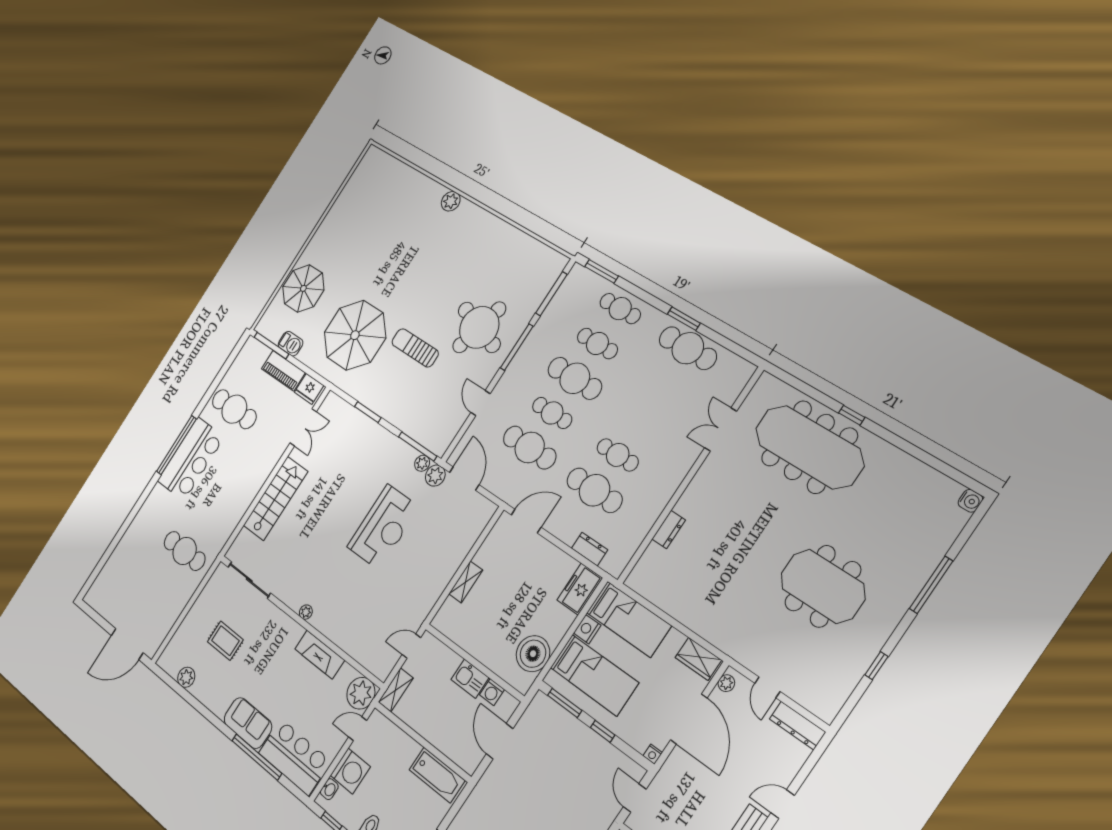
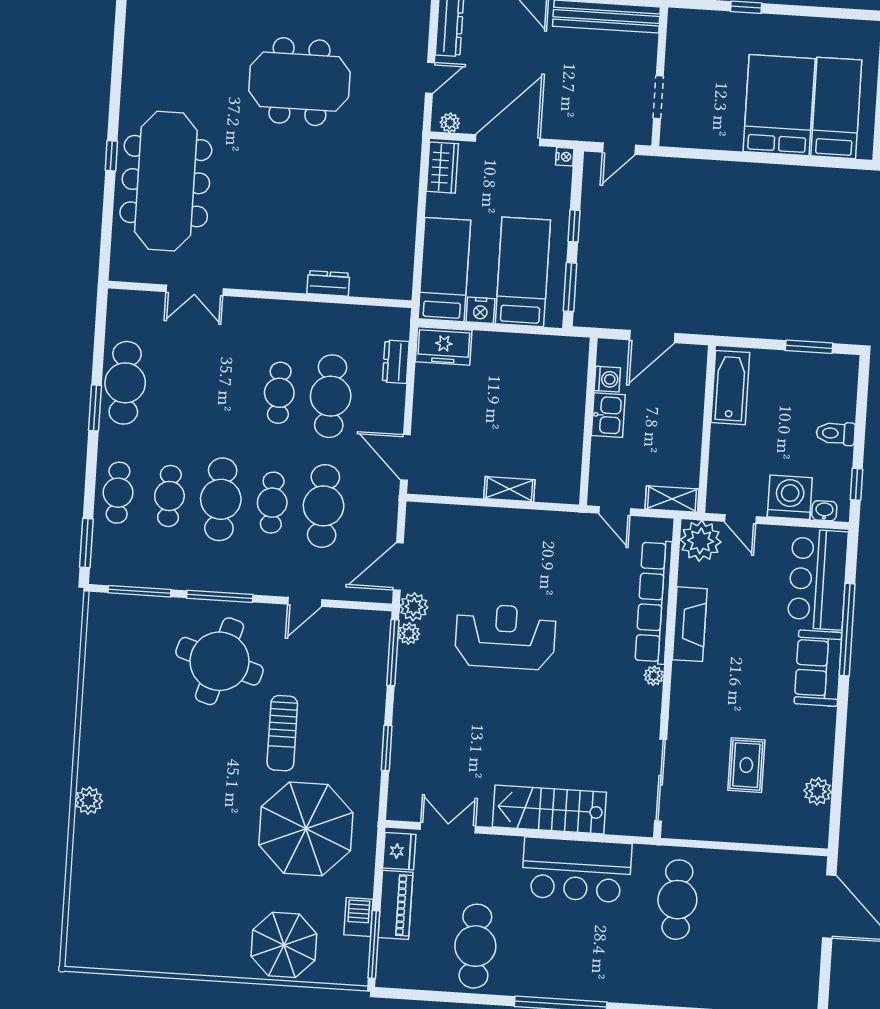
bar counter: (191, 459) -> (577, 870), moved, turned 180
meeting table: (823, 586) -> (299, 82), turned 90
row of seats: (345, 639) -> (654, 602), added
boiler: (533, 654) -> (540, 357), removed

